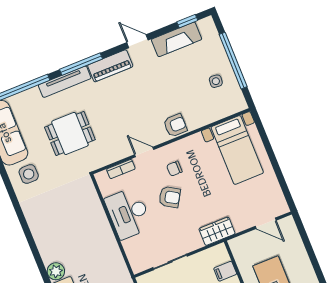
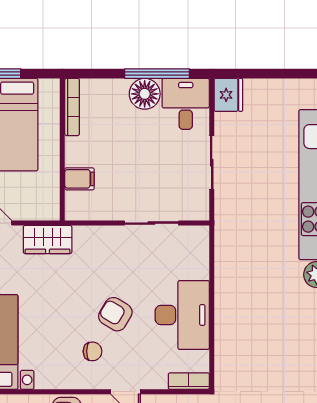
bookcase: (121, 169) -> (189, 381), moved
wardrobe: (217, 231) -> (48, 239), moved

